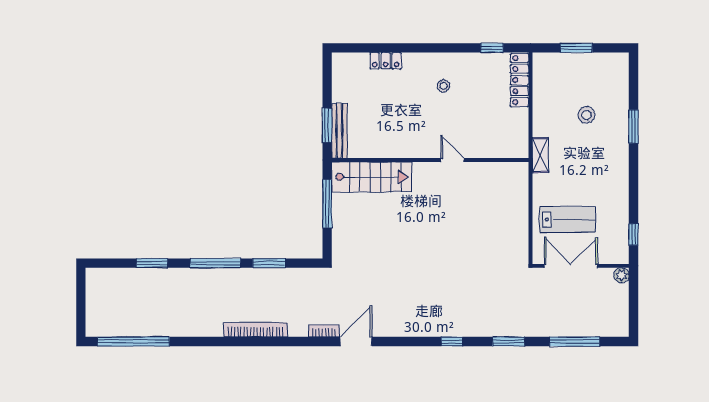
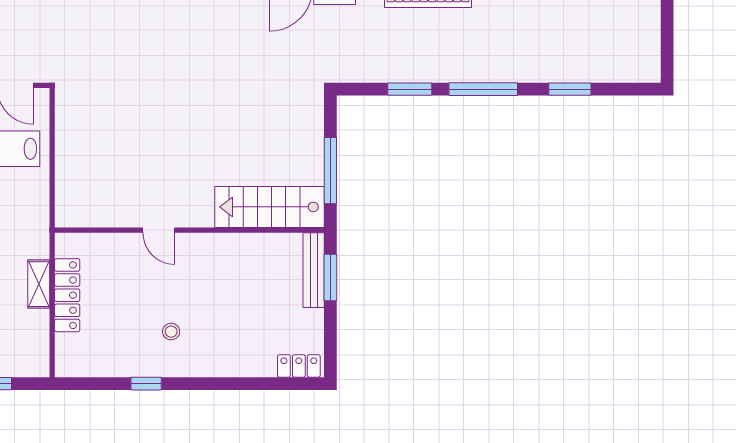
window: (492, 48) -> (146, 384), moved
locker: (386, 61) -> (299, 366), moved
locker: (520, 80) -> (67, 295), moved
shelving: (540, 155) -> (39, 284), moved

